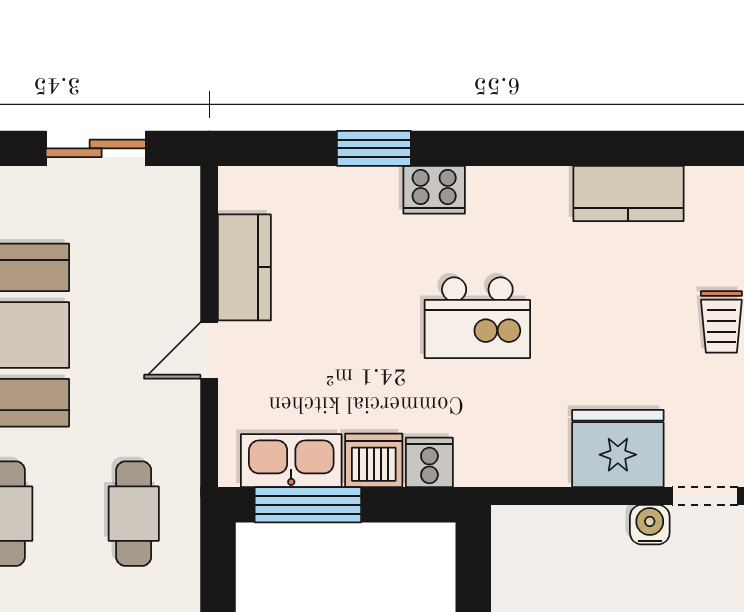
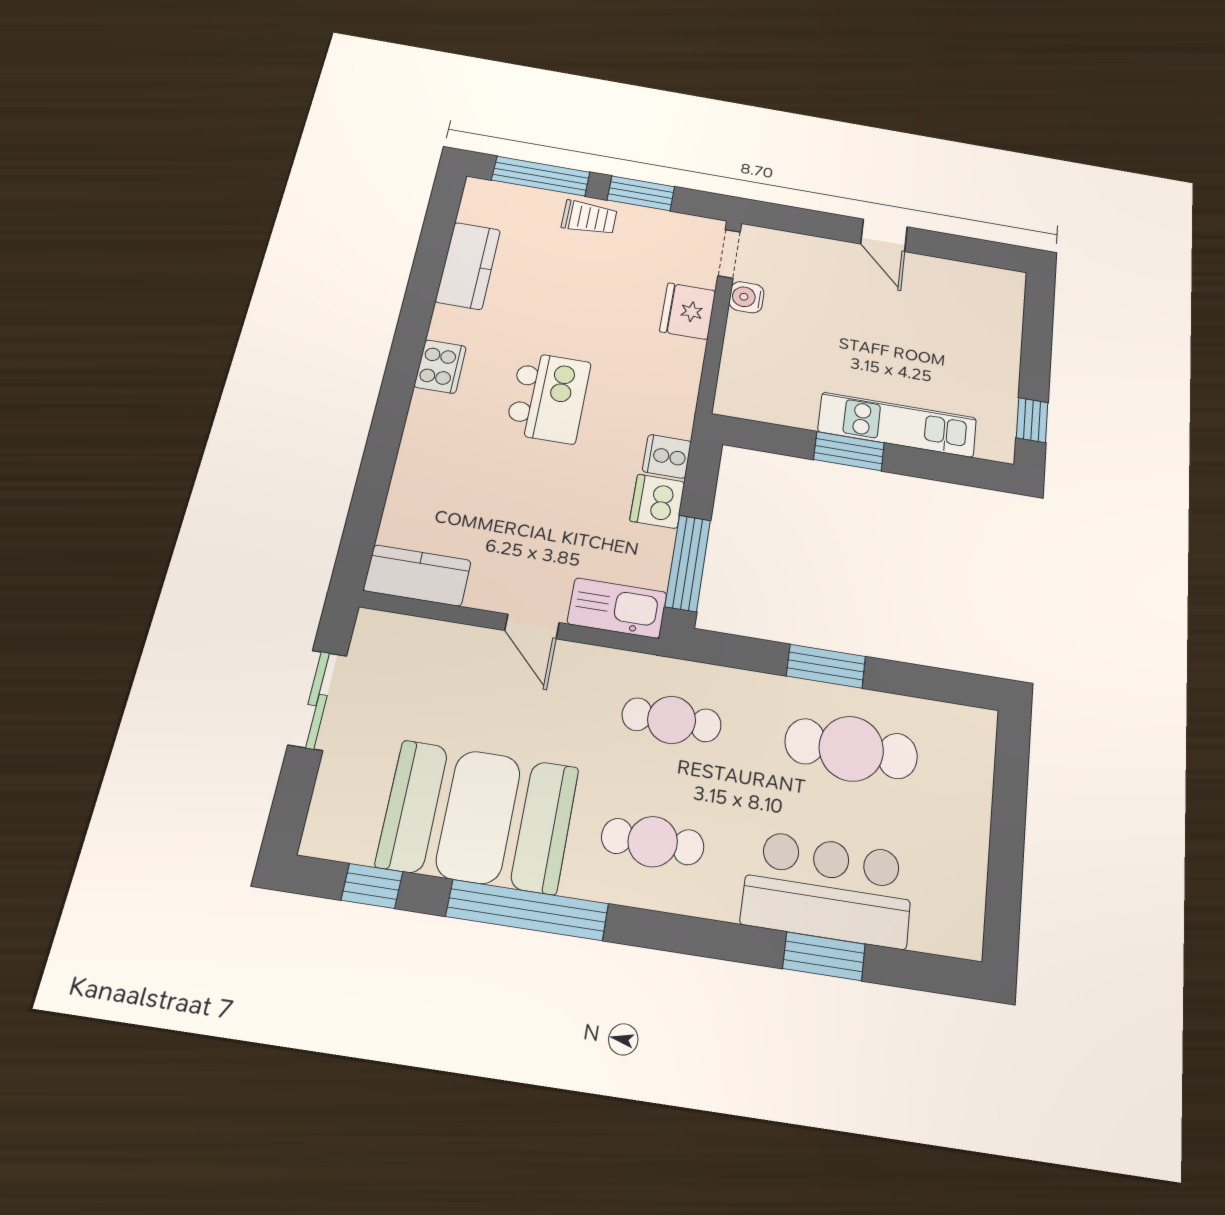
window: (374, 148) -> (380, 455), removed
cooker: (434, 190) -> (440, 367), moved
kitchen counter: (244, 267) -> (417, 575), moved
fridge: (618, 449) -> (688, 311), width x0.73, depth x0.75
kitchen sink: (291, 461) -> (617, 608), moved, turned 90

